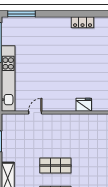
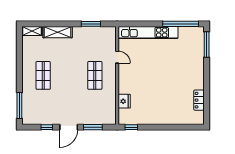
shop shelf: (55, 165) -> (95, 75), moved

